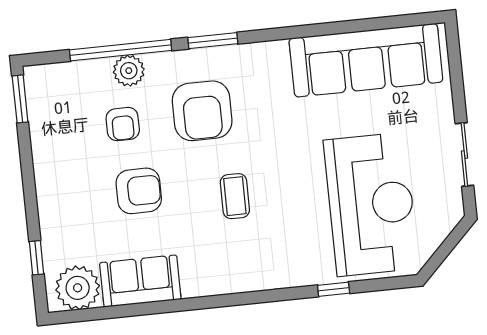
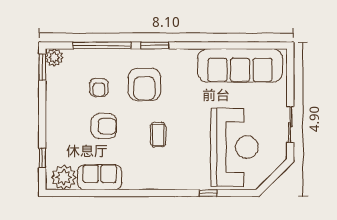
plant: (129, 71) -> (54, 58), moved

